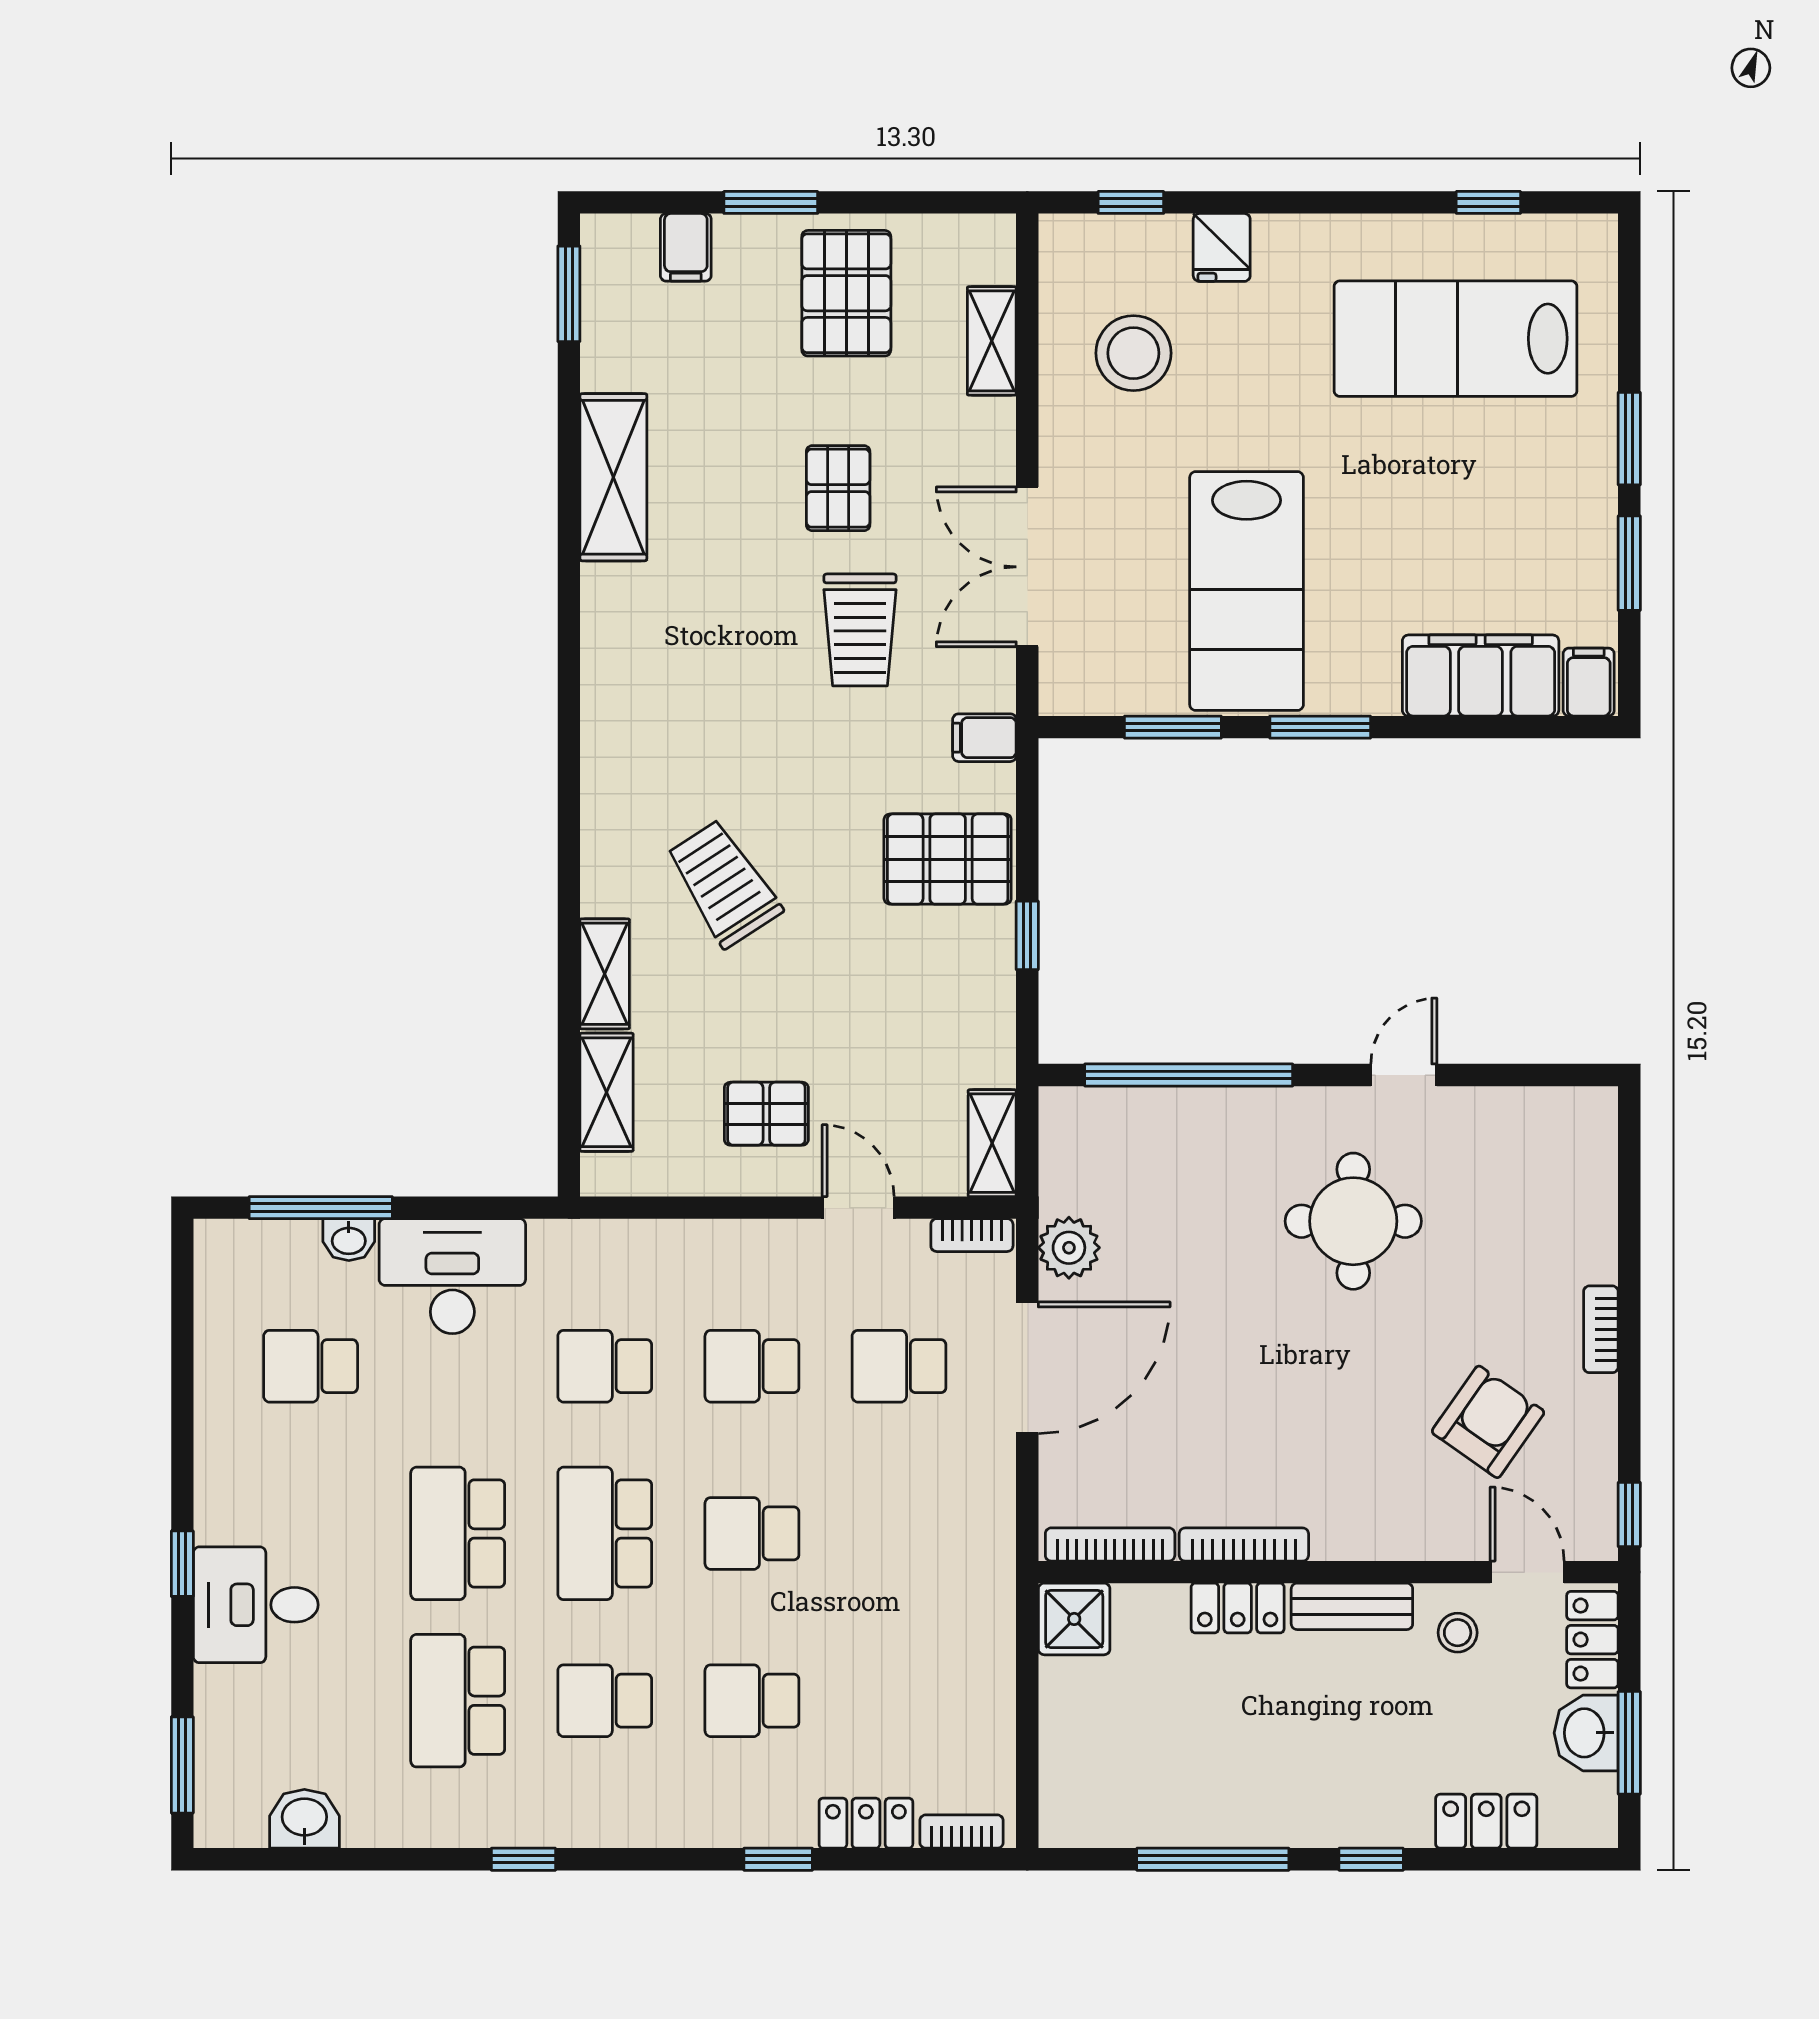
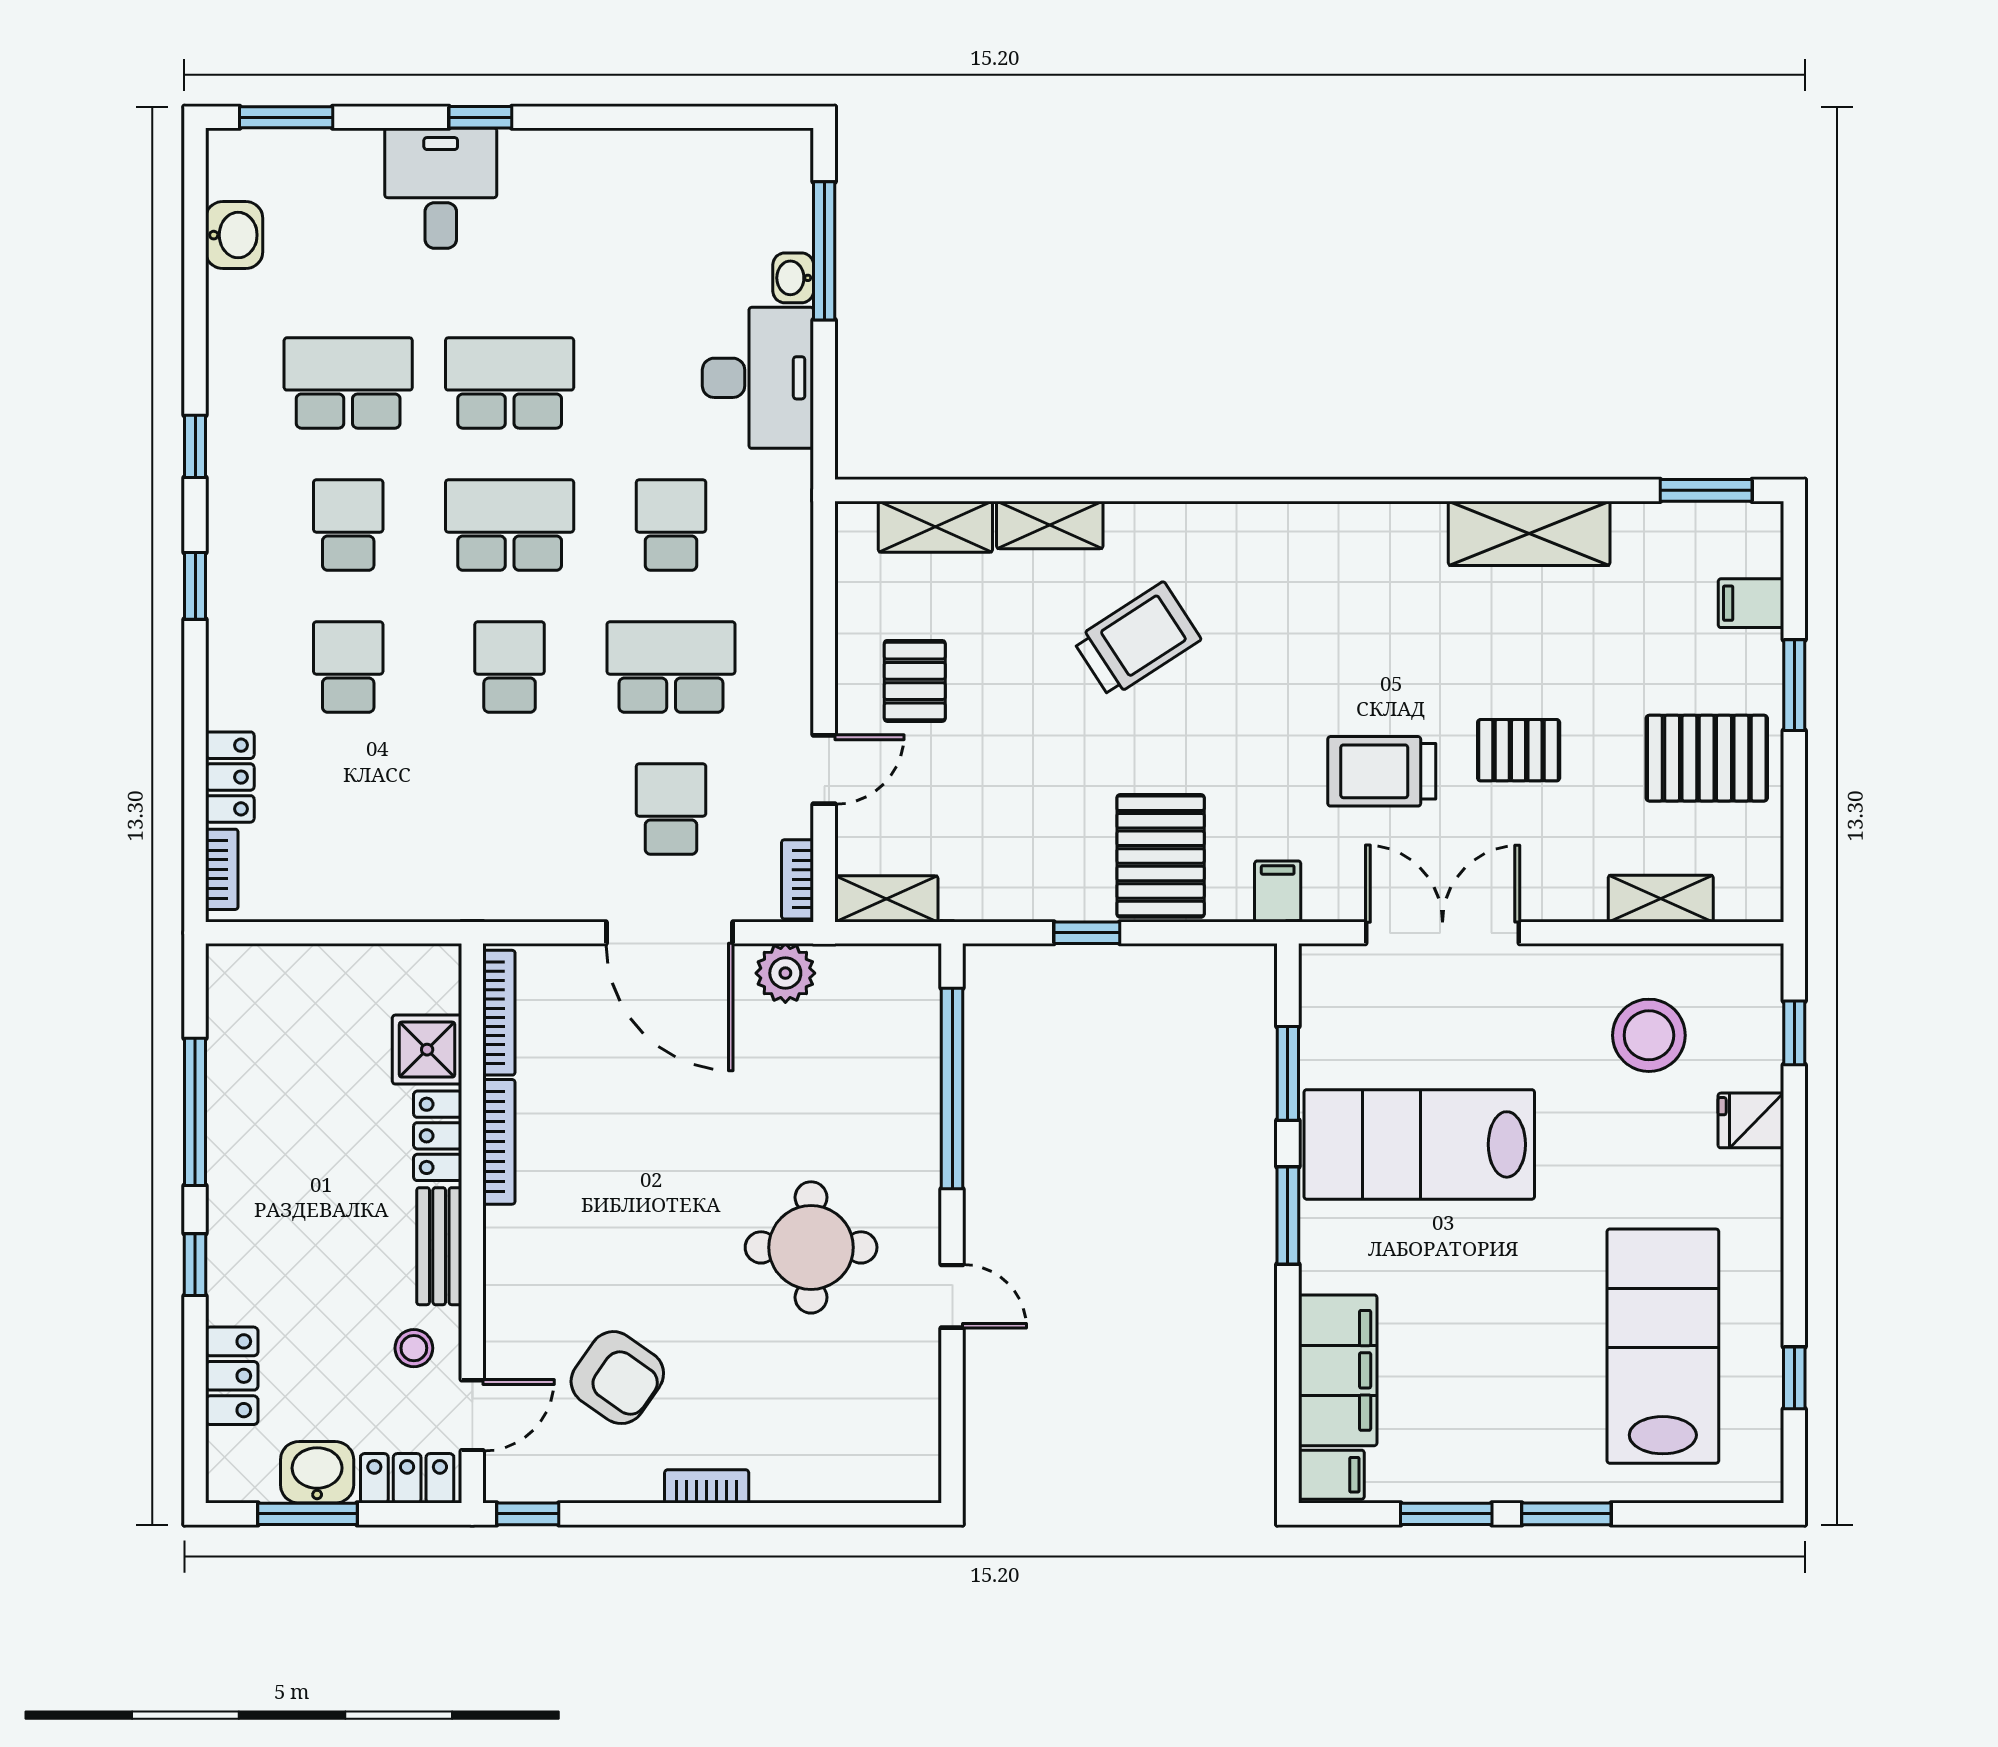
school desk: (311, 1366) -> (671, 241), removed
school desk: (752, 1366) -> (671, 667), width x1.85
shower: (1074, 1619) -> (427, 1050), moved
window: (778, 1859) -> (195, 586), moved

